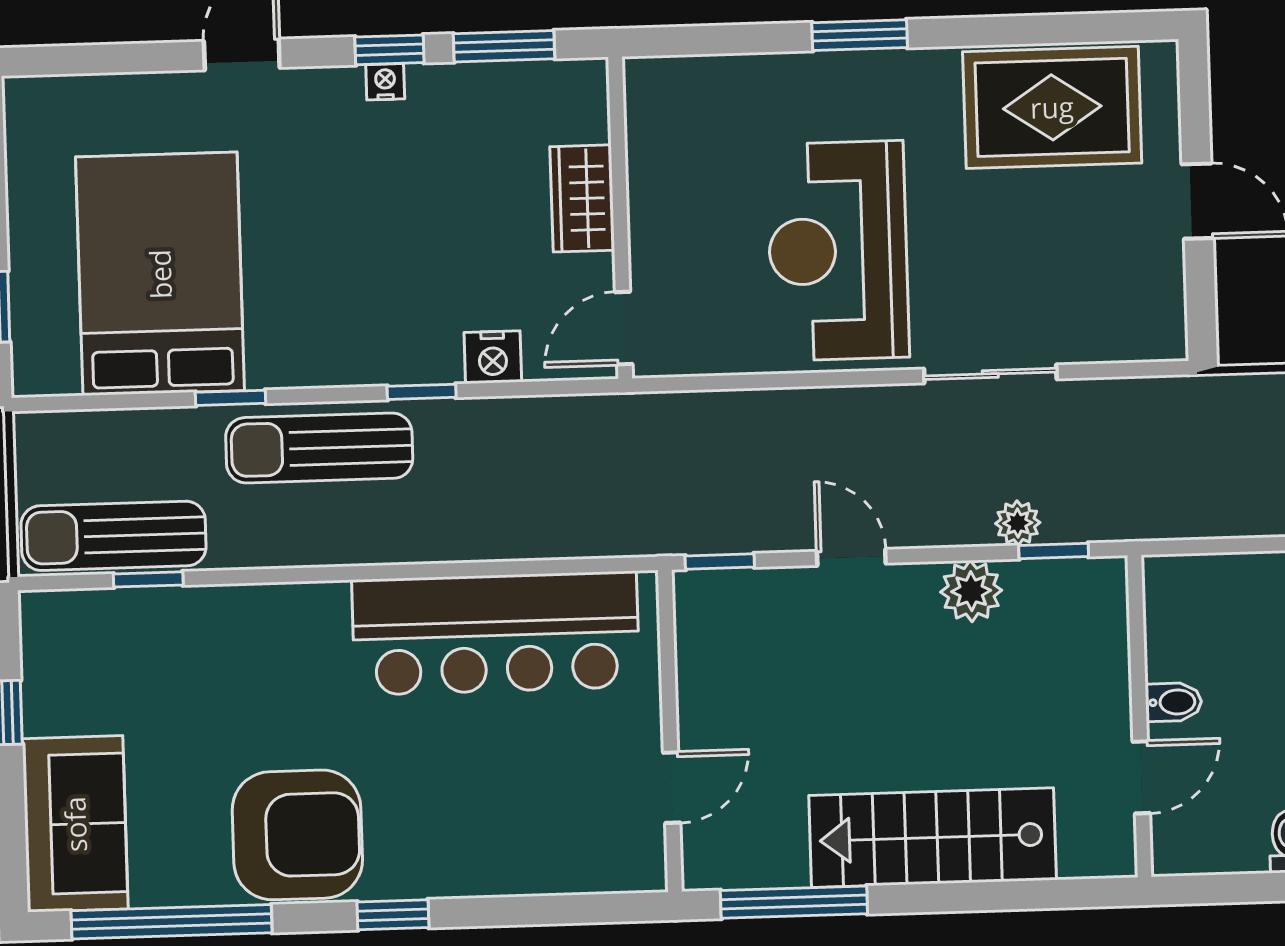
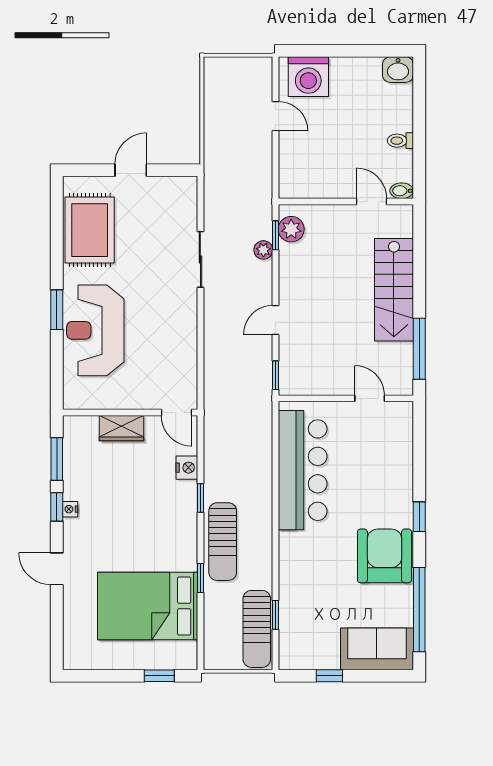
reception desk: (838, 251) -> (95, 330), moved, turned 90
plant: (971, 591) -> (291, 229), moved
bidet: (1174, 702) -> (402, 191), moved, turned -90

